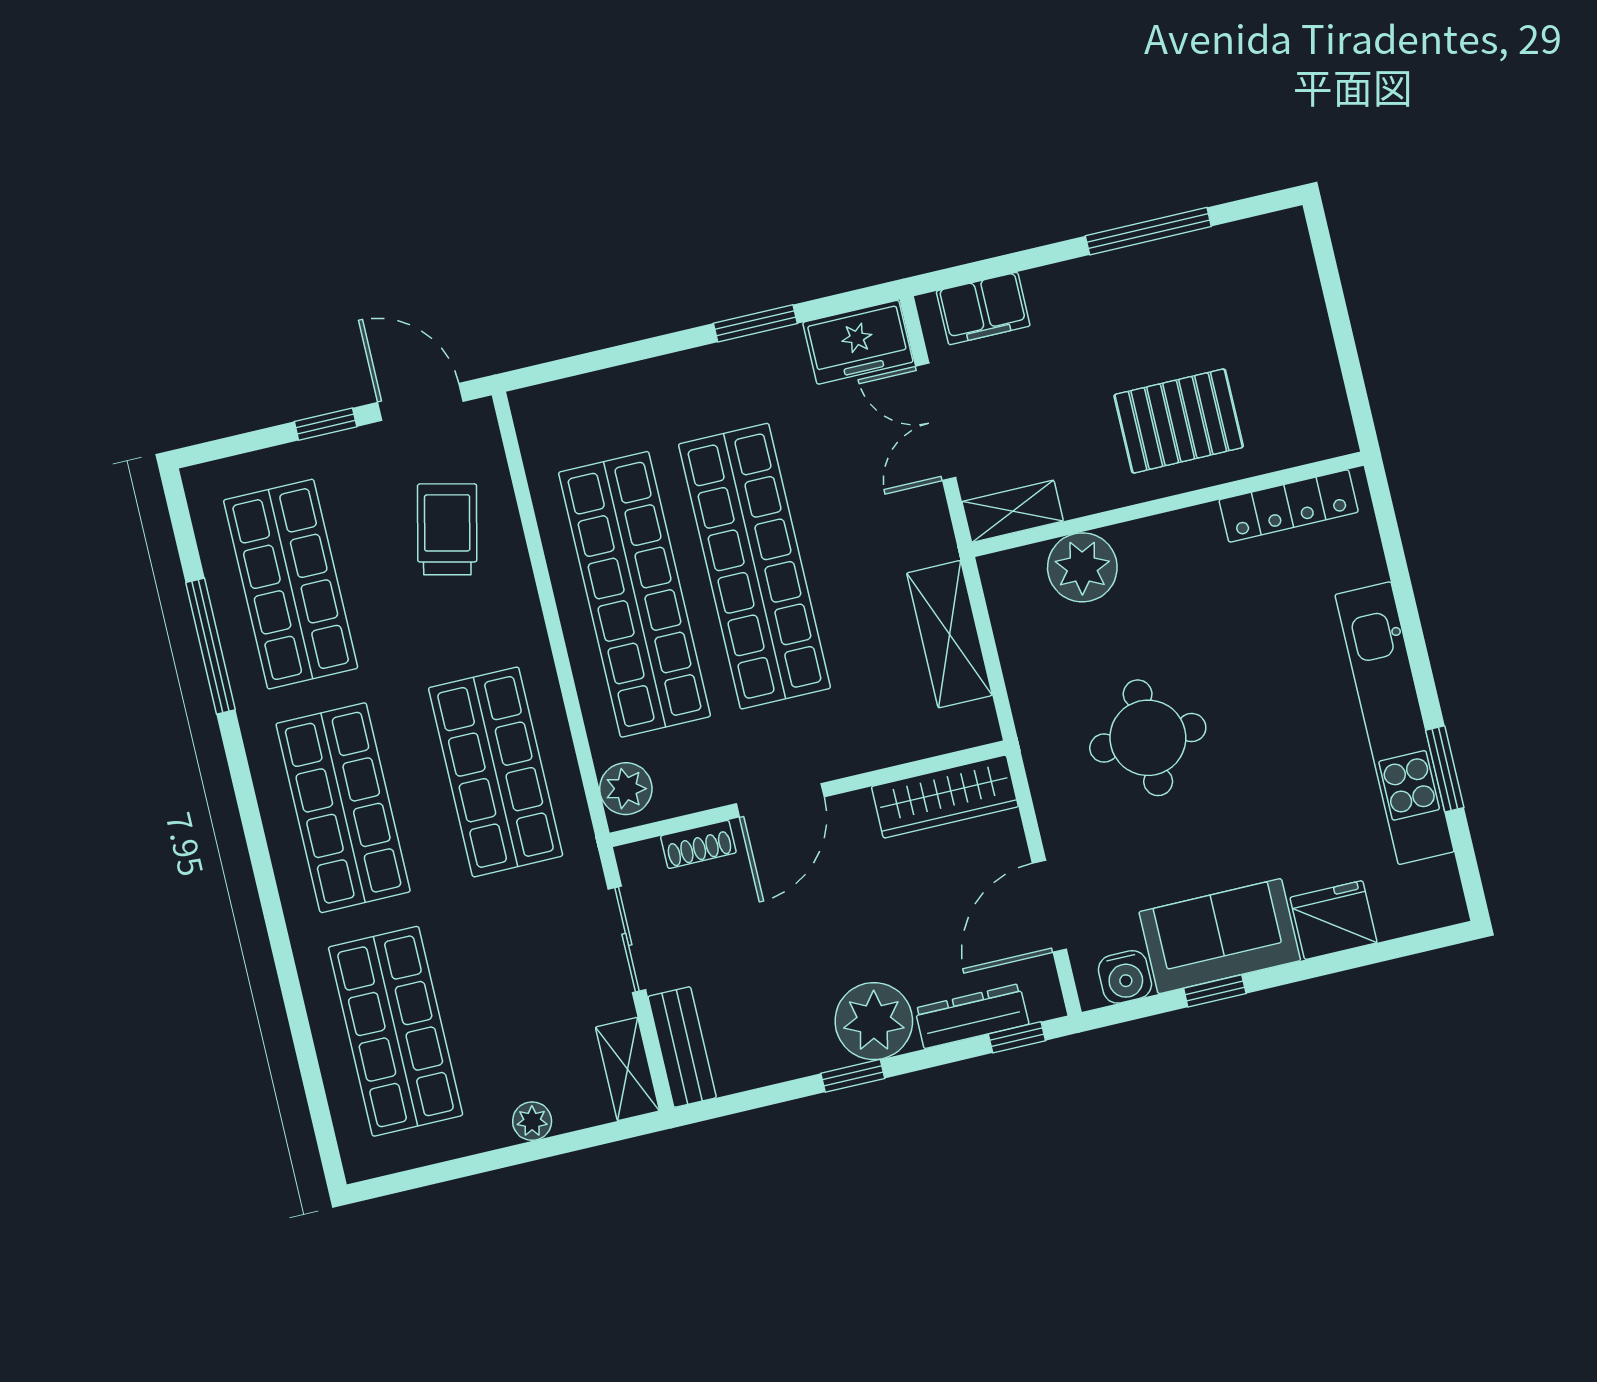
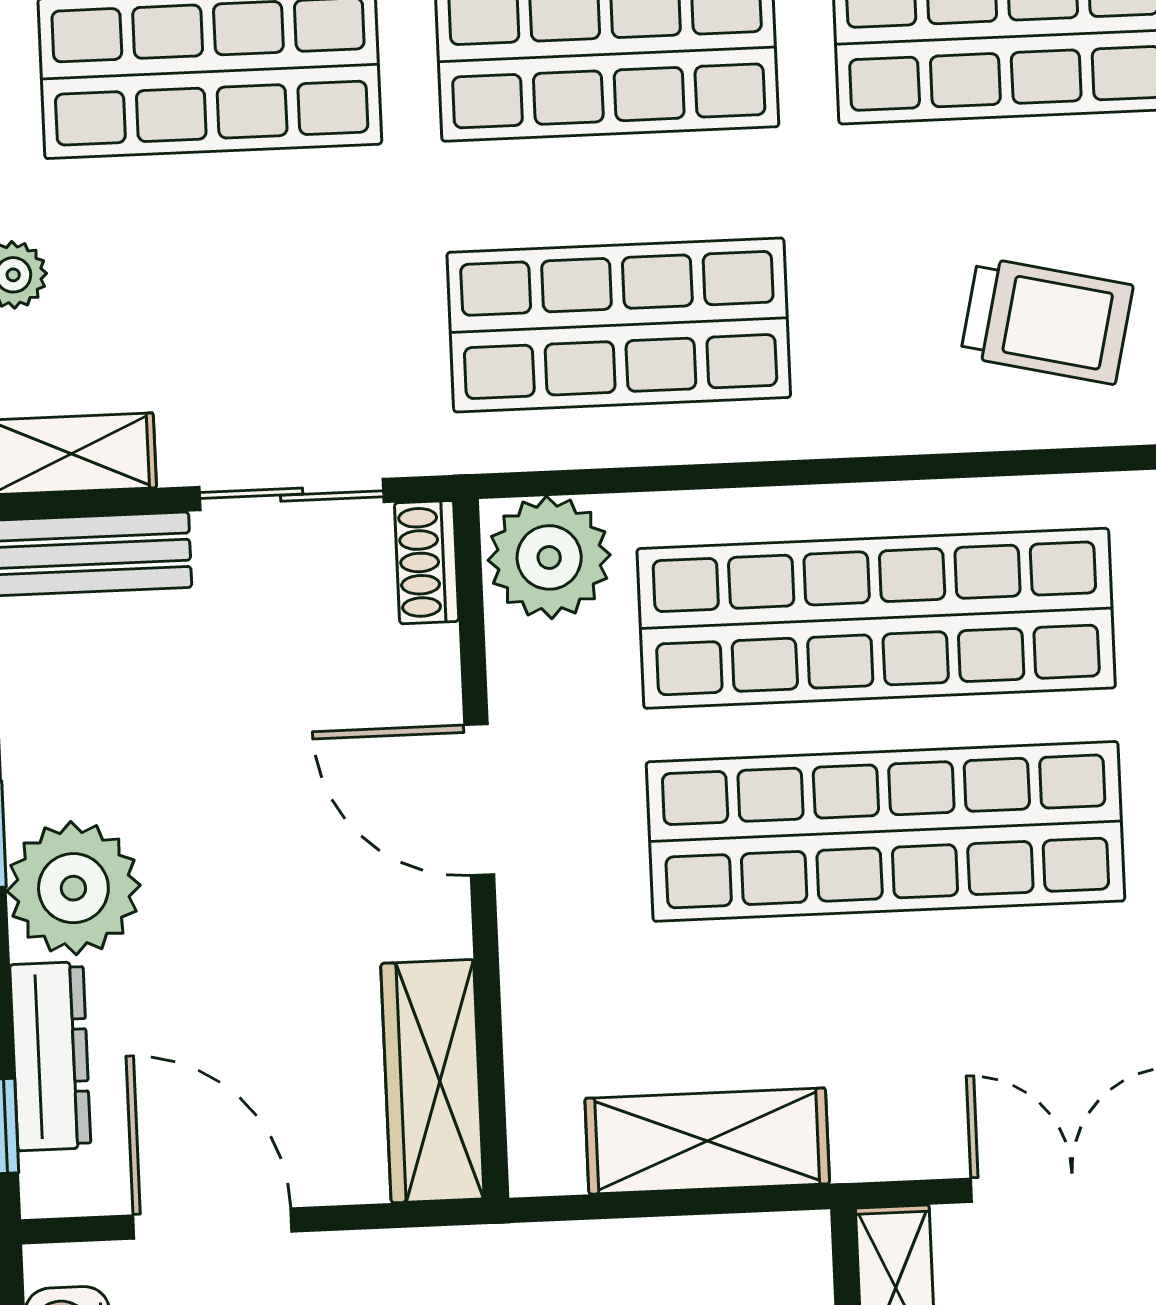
plant: (626, 789) -> (549, 557), width x1.36, depth x1.36
shoe rack: (698, 844) -> (427, 562), moved

